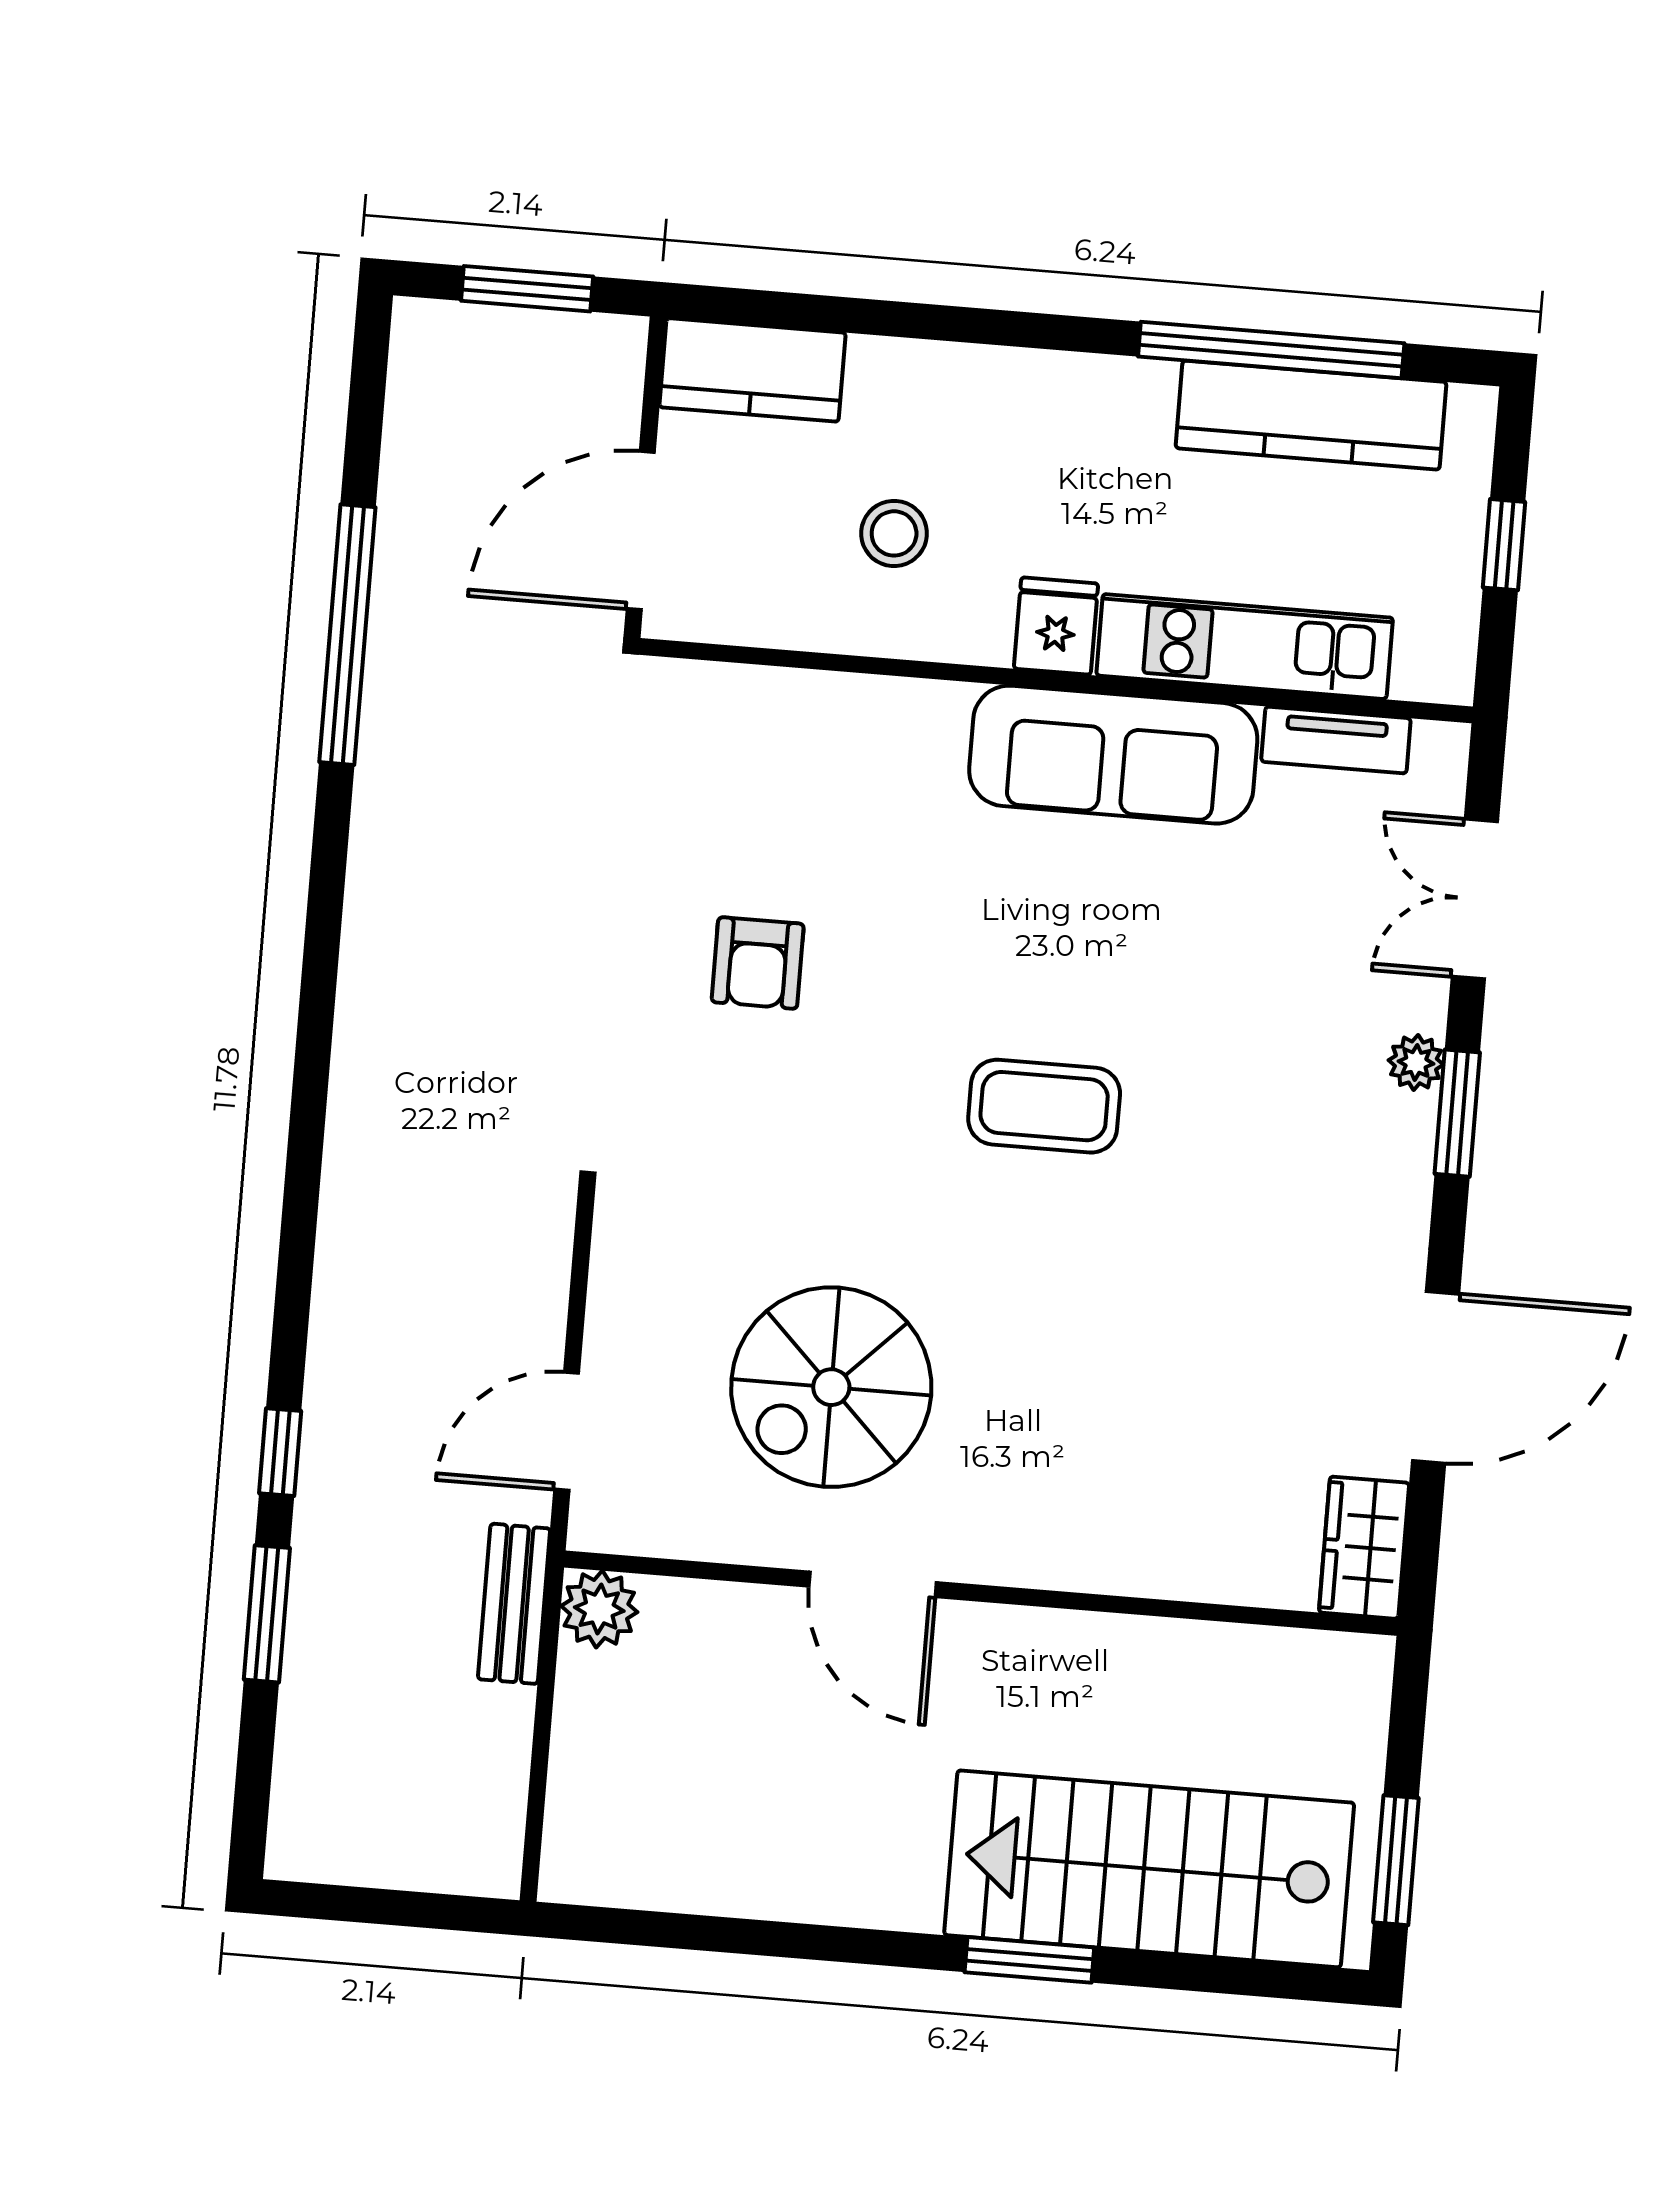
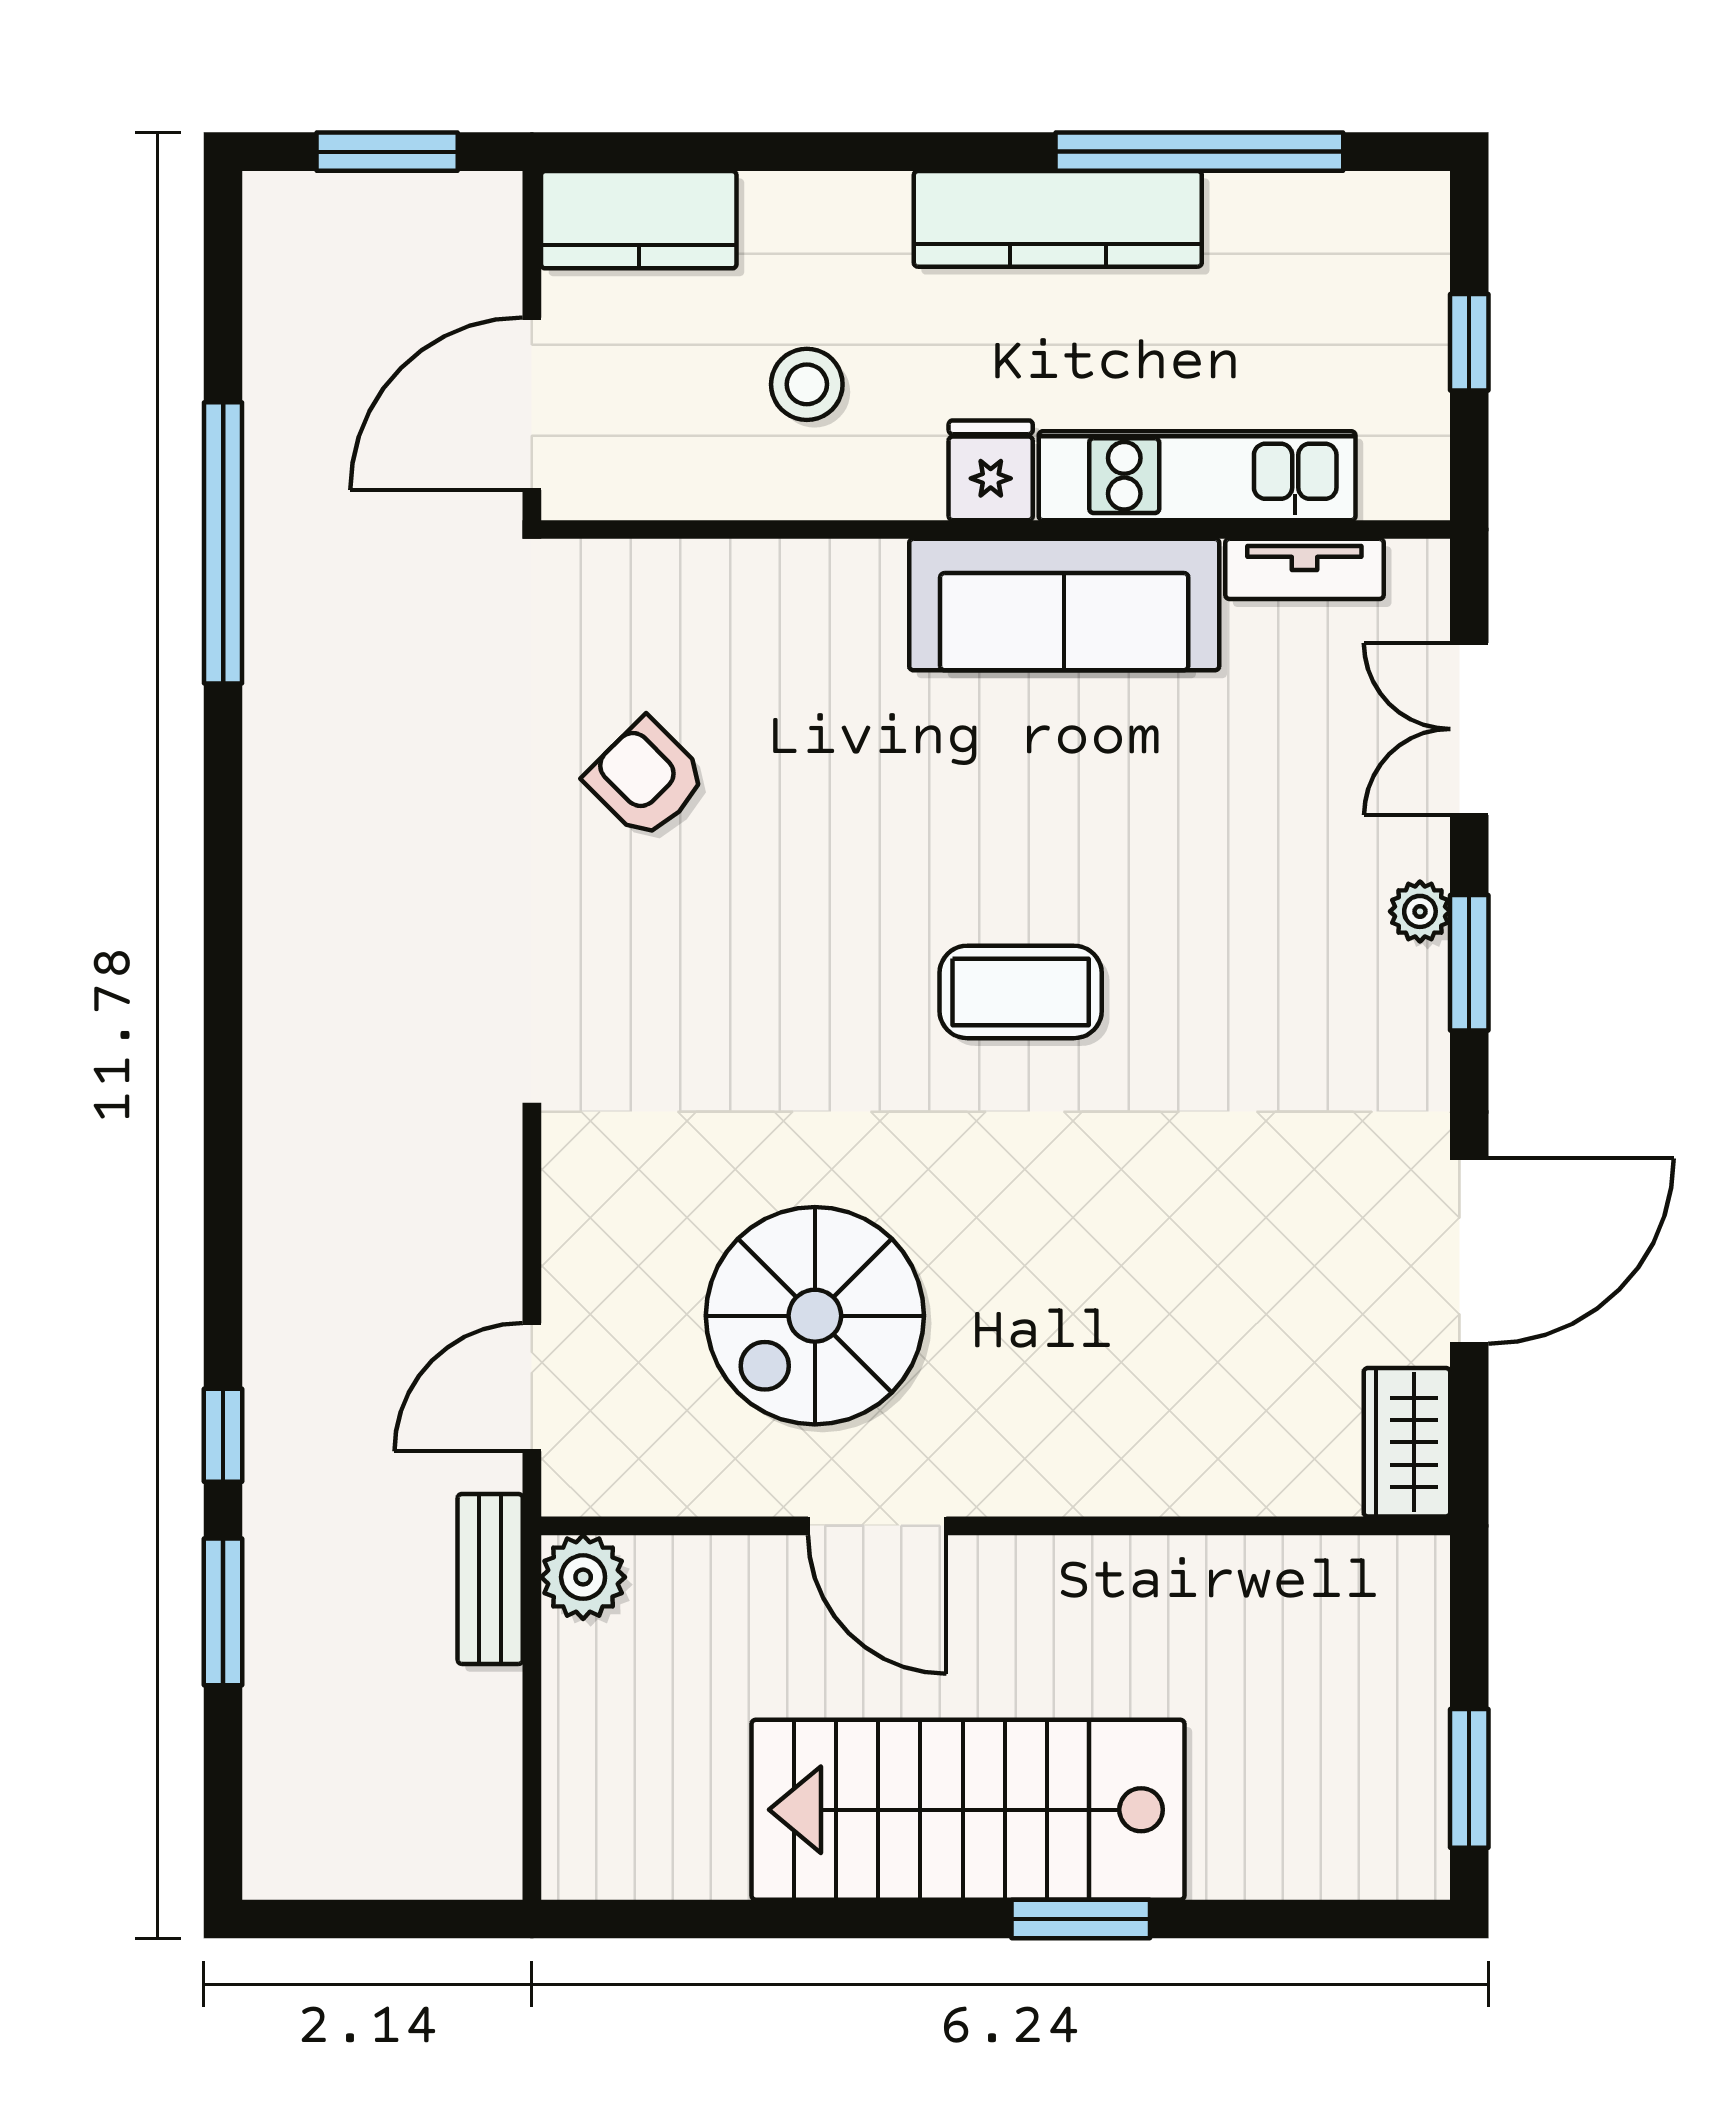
kitchen counter: (1311, 415) -> (1058, 219), moved
armchair: (758, 963) -> (646, 779), moved, turned 135
stairs: (1149, 1869) -> (968, 1810), moved

